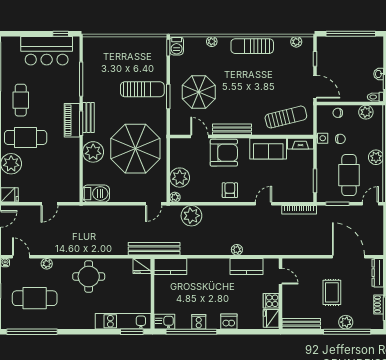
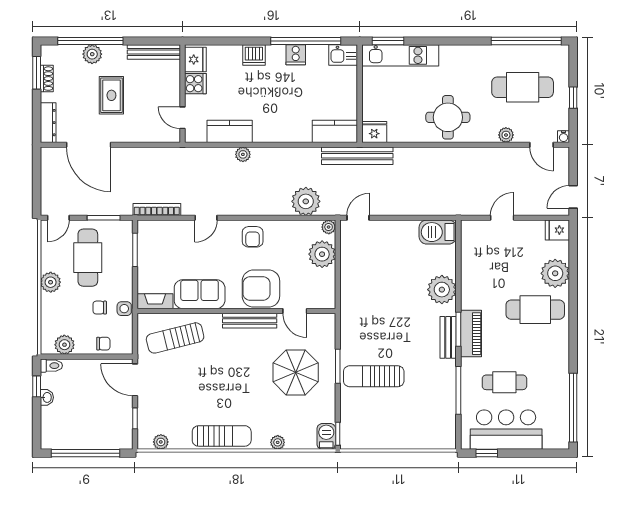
cafe table: (21, 100) -> (504, 382), moved, turned 90
parasol: (135, 149) -> (383, 294), removed

